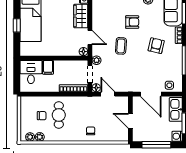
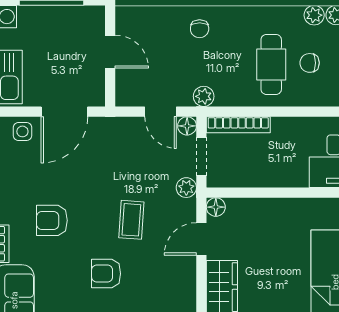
door: (90, 37) -> (201, 239), hinge flipped
armchair: (156, 46) -> (52, 220), turned 77
filing cabinet: (48, 67) -> (295, 172), removed
door: (151, 94) -> (64, 112), swing flipped
plant: (89, 101) -> (204, 96), added

